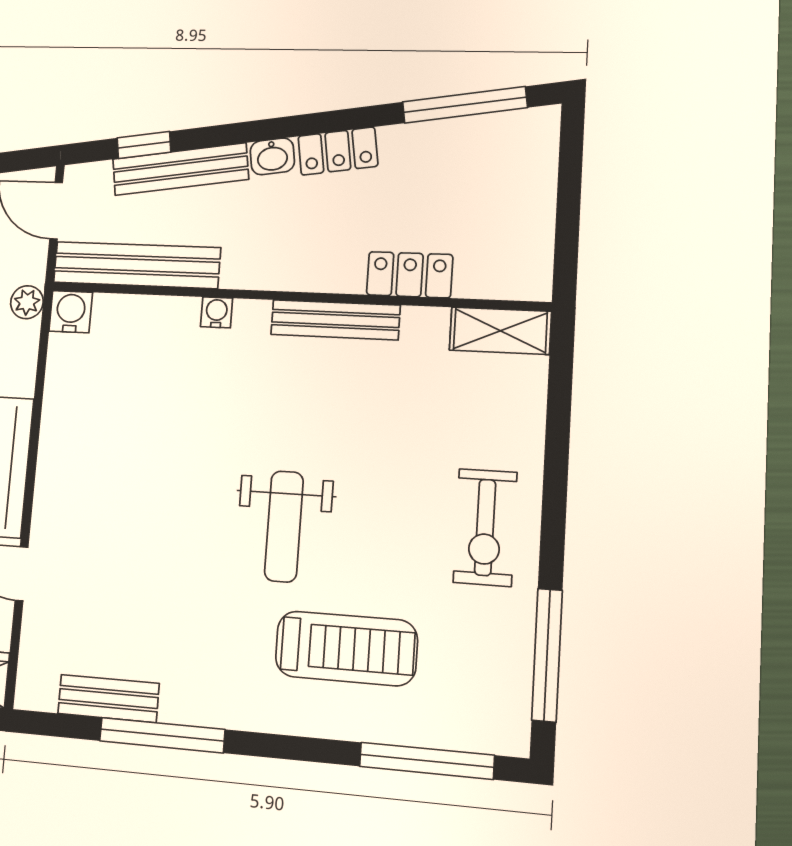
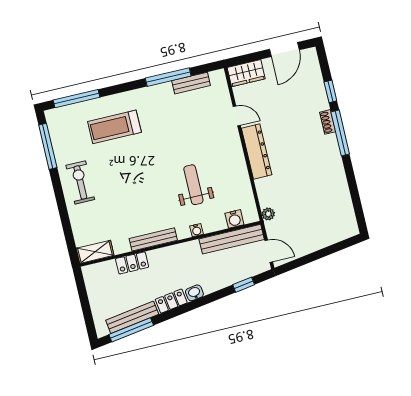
bench: (180, 169) -> (132, 317), moved
water cooler: (71, 312) -> (234, 219), moved
weight bench: (284, 526) -> (193, 185), moved

